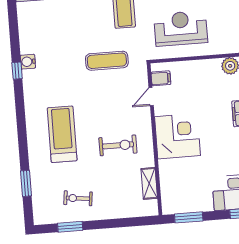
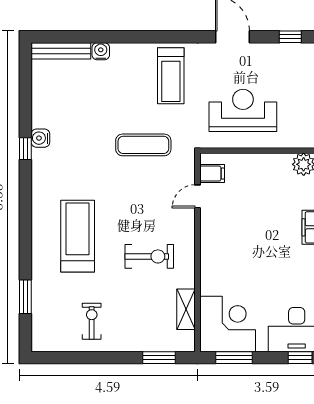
corner desk: (177, 136) -> (228, 324), moved
exercise bike: (78, 198) -> (92, 321), turned 83
window: (70, 227) -> (159, 358), moved

